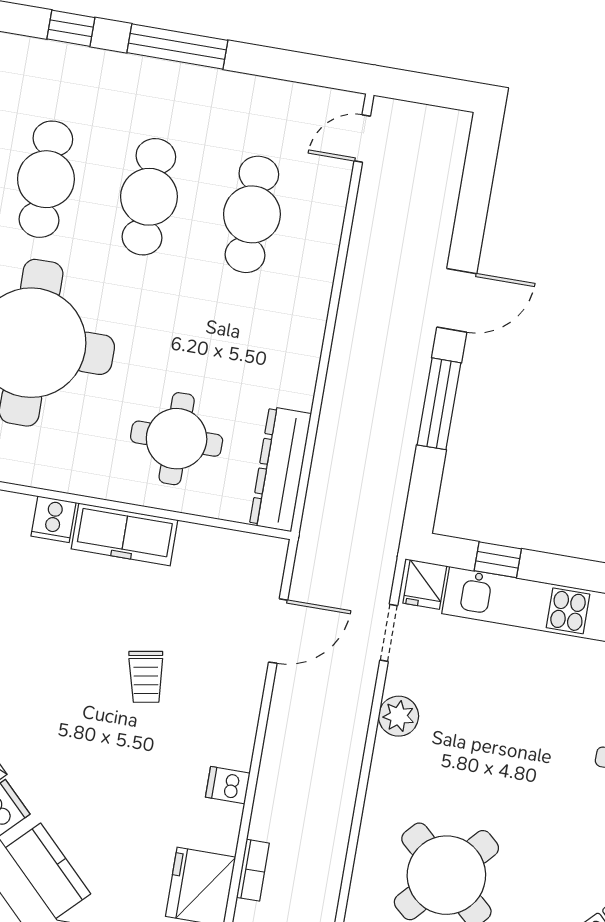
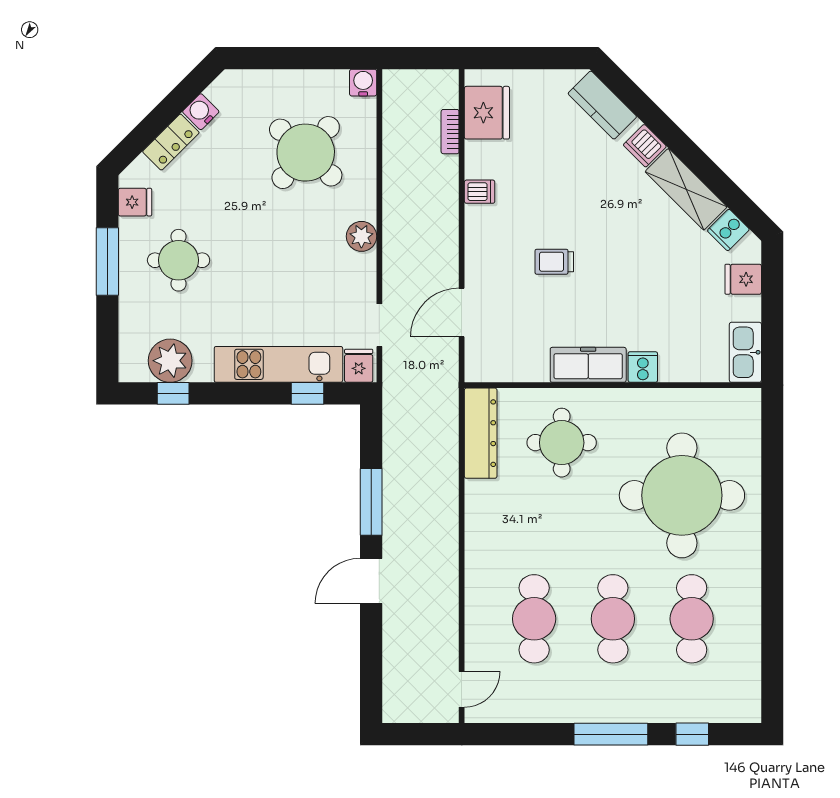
trolley: (146, 677) -> (554, 262), turned -80
plant: (399, 716) -> (361, 236), moved

